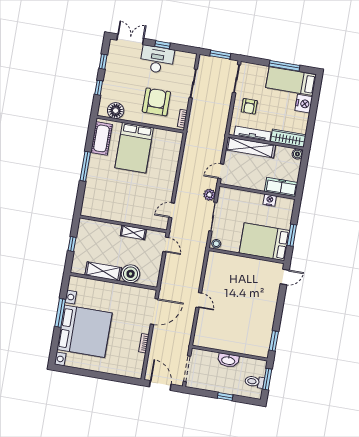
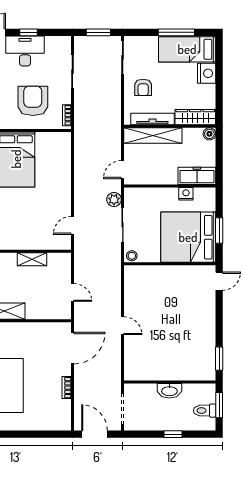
bed: (264, 242) -> (188, 237), width x1.36
door: (166, 244) -> (72, 292), moved
boiler: (131, 274) -> (37, 309), removed

